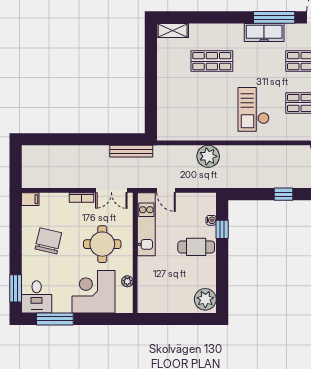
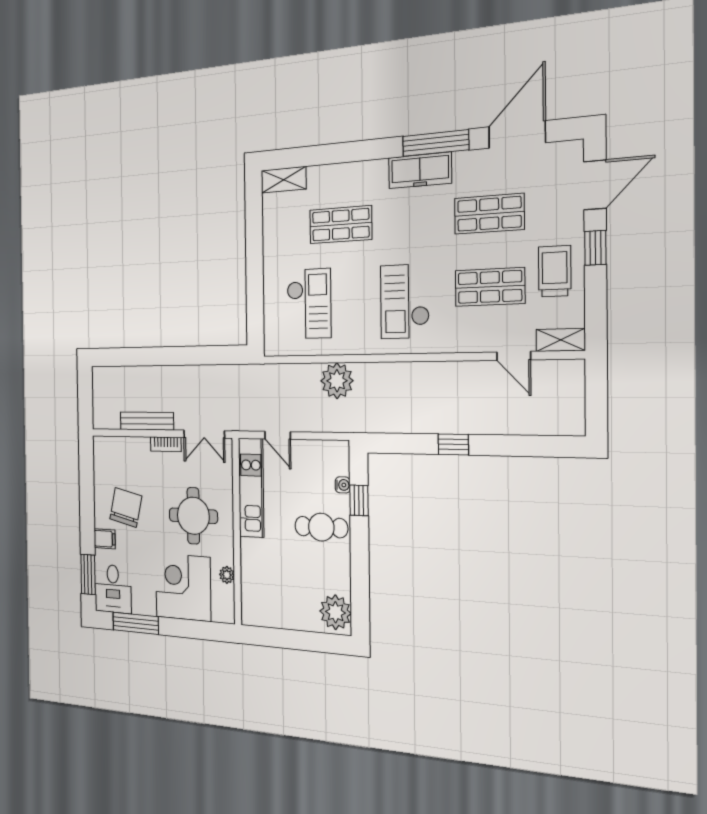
checkout: (189, 108) -> (309, 304), added
bench: (131, 151) -> (147, 421), moved
filing cabinet: (30, 199) -> (105, 539), moved

